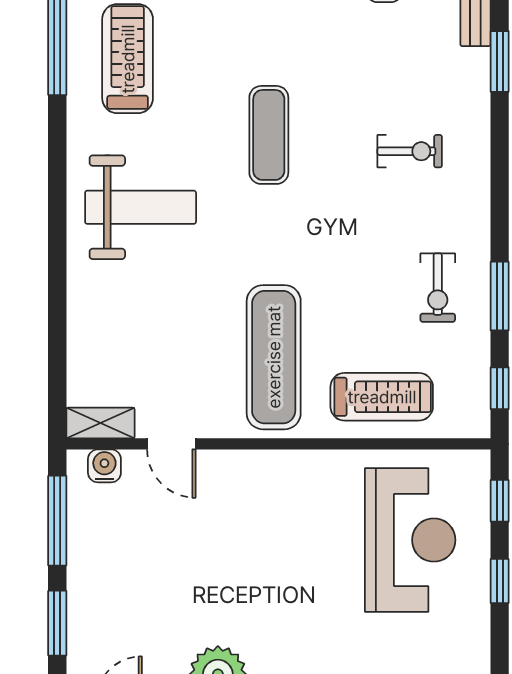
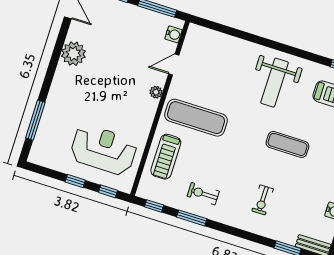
shelving: (100, 423) -> (192, 38), removed
plant: (245, 464) -> (156, 92), added
reception desk: (410, 540) -> (104, 150), turned 180

